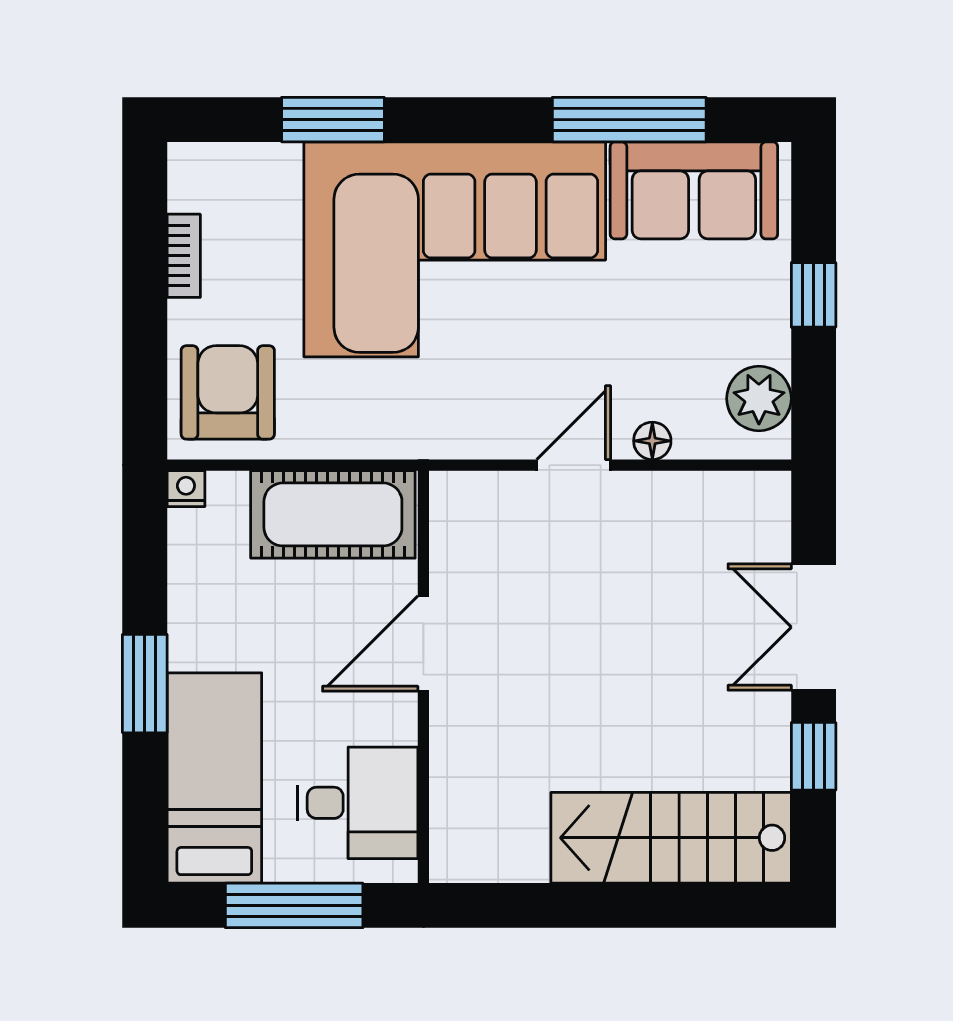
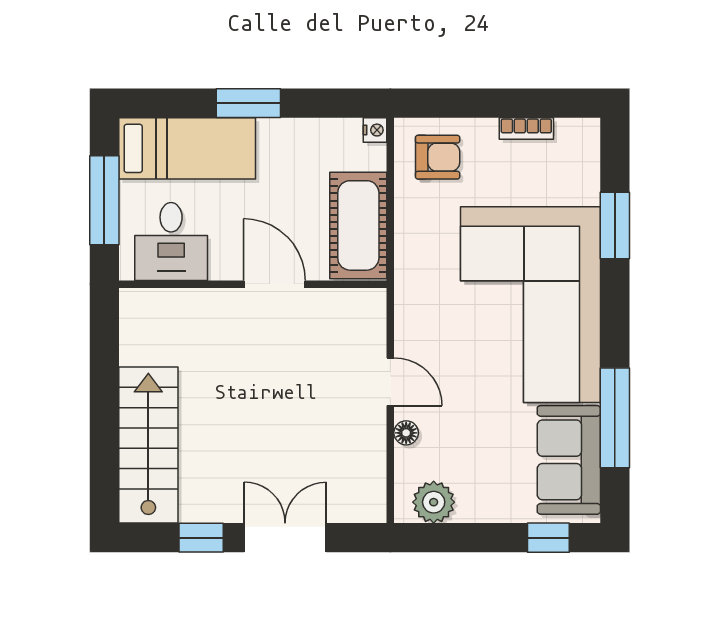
window: (814, 295) -> (548, 538), moved
armchair: (228, 392) -> (438, 157), width x0.72, depth x0.72

